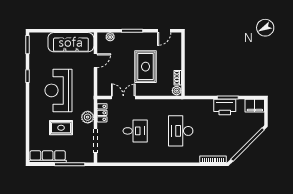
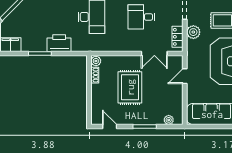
door: (164, 31) -> (110, 126), hinge flipped
door: (95, 61) -> (185, 76), moved
printer: (225, 107) -> (59, 43), moved

